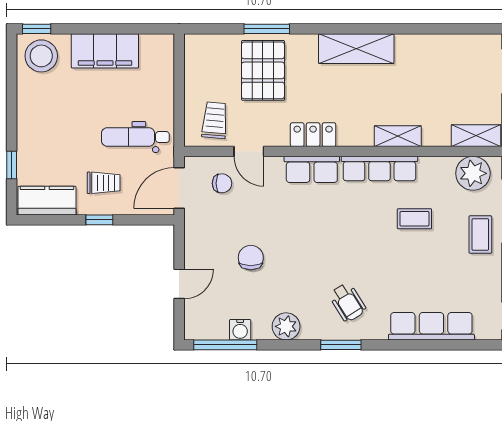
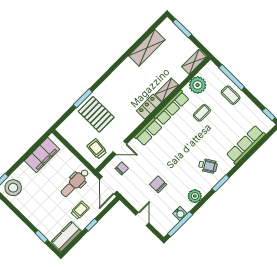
shelving: (356, 49) -> (147, 48), moved
filing cabinet: (105, 51) -> (42, 155), moved
locker: (313, 135) -> (149, 107), moved
plant: (473, 173) -> (198, 85), moved

